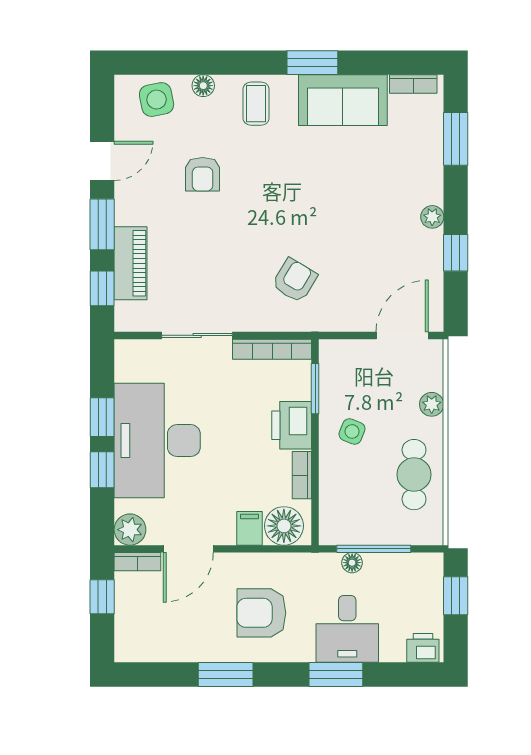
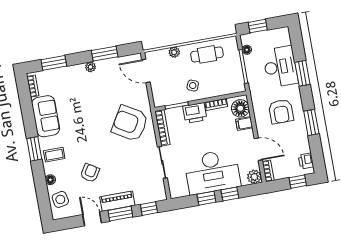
window: (312, 63) -> (34, 149), moved
armchair: (203, 174) -> (90, 173), turned -58
window: (456, 253) -> (105, 54), width x1.50
piano: (131, 263) -> (117, 201), moved
armchair: (295, 280) -> (130, 123), width x1.88, depth x1.88
floor lamp: (352, 563) -> (247, 50), moved
window: (102, 597) -> (298, 182), moved
desk: (347, 629) -> (280, 67), width x1.37
printer: (423, 648) -> (306, 161), moved

